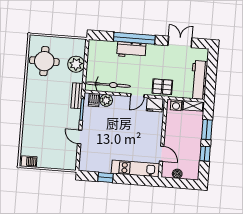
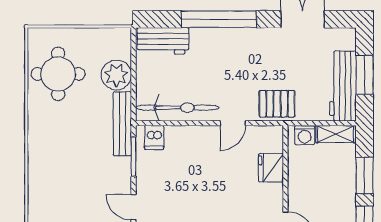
workbench: (131, 50) -> (163, 41), moved
window: (211, 75) -> (364, 75), added
bench: (77, 96) -> (122, 124), width x1.36
plant: (106, 100) -> (176, 137), removed
fridge: (155, 105) -> (271, 168), moved, turned 90

